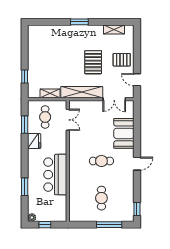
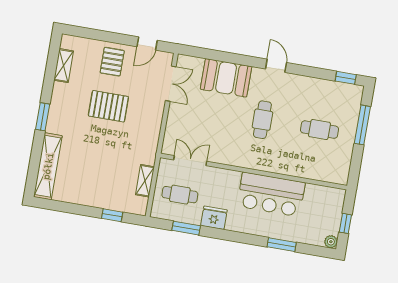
shelving: (82, 92) -> (48, 166), moved

